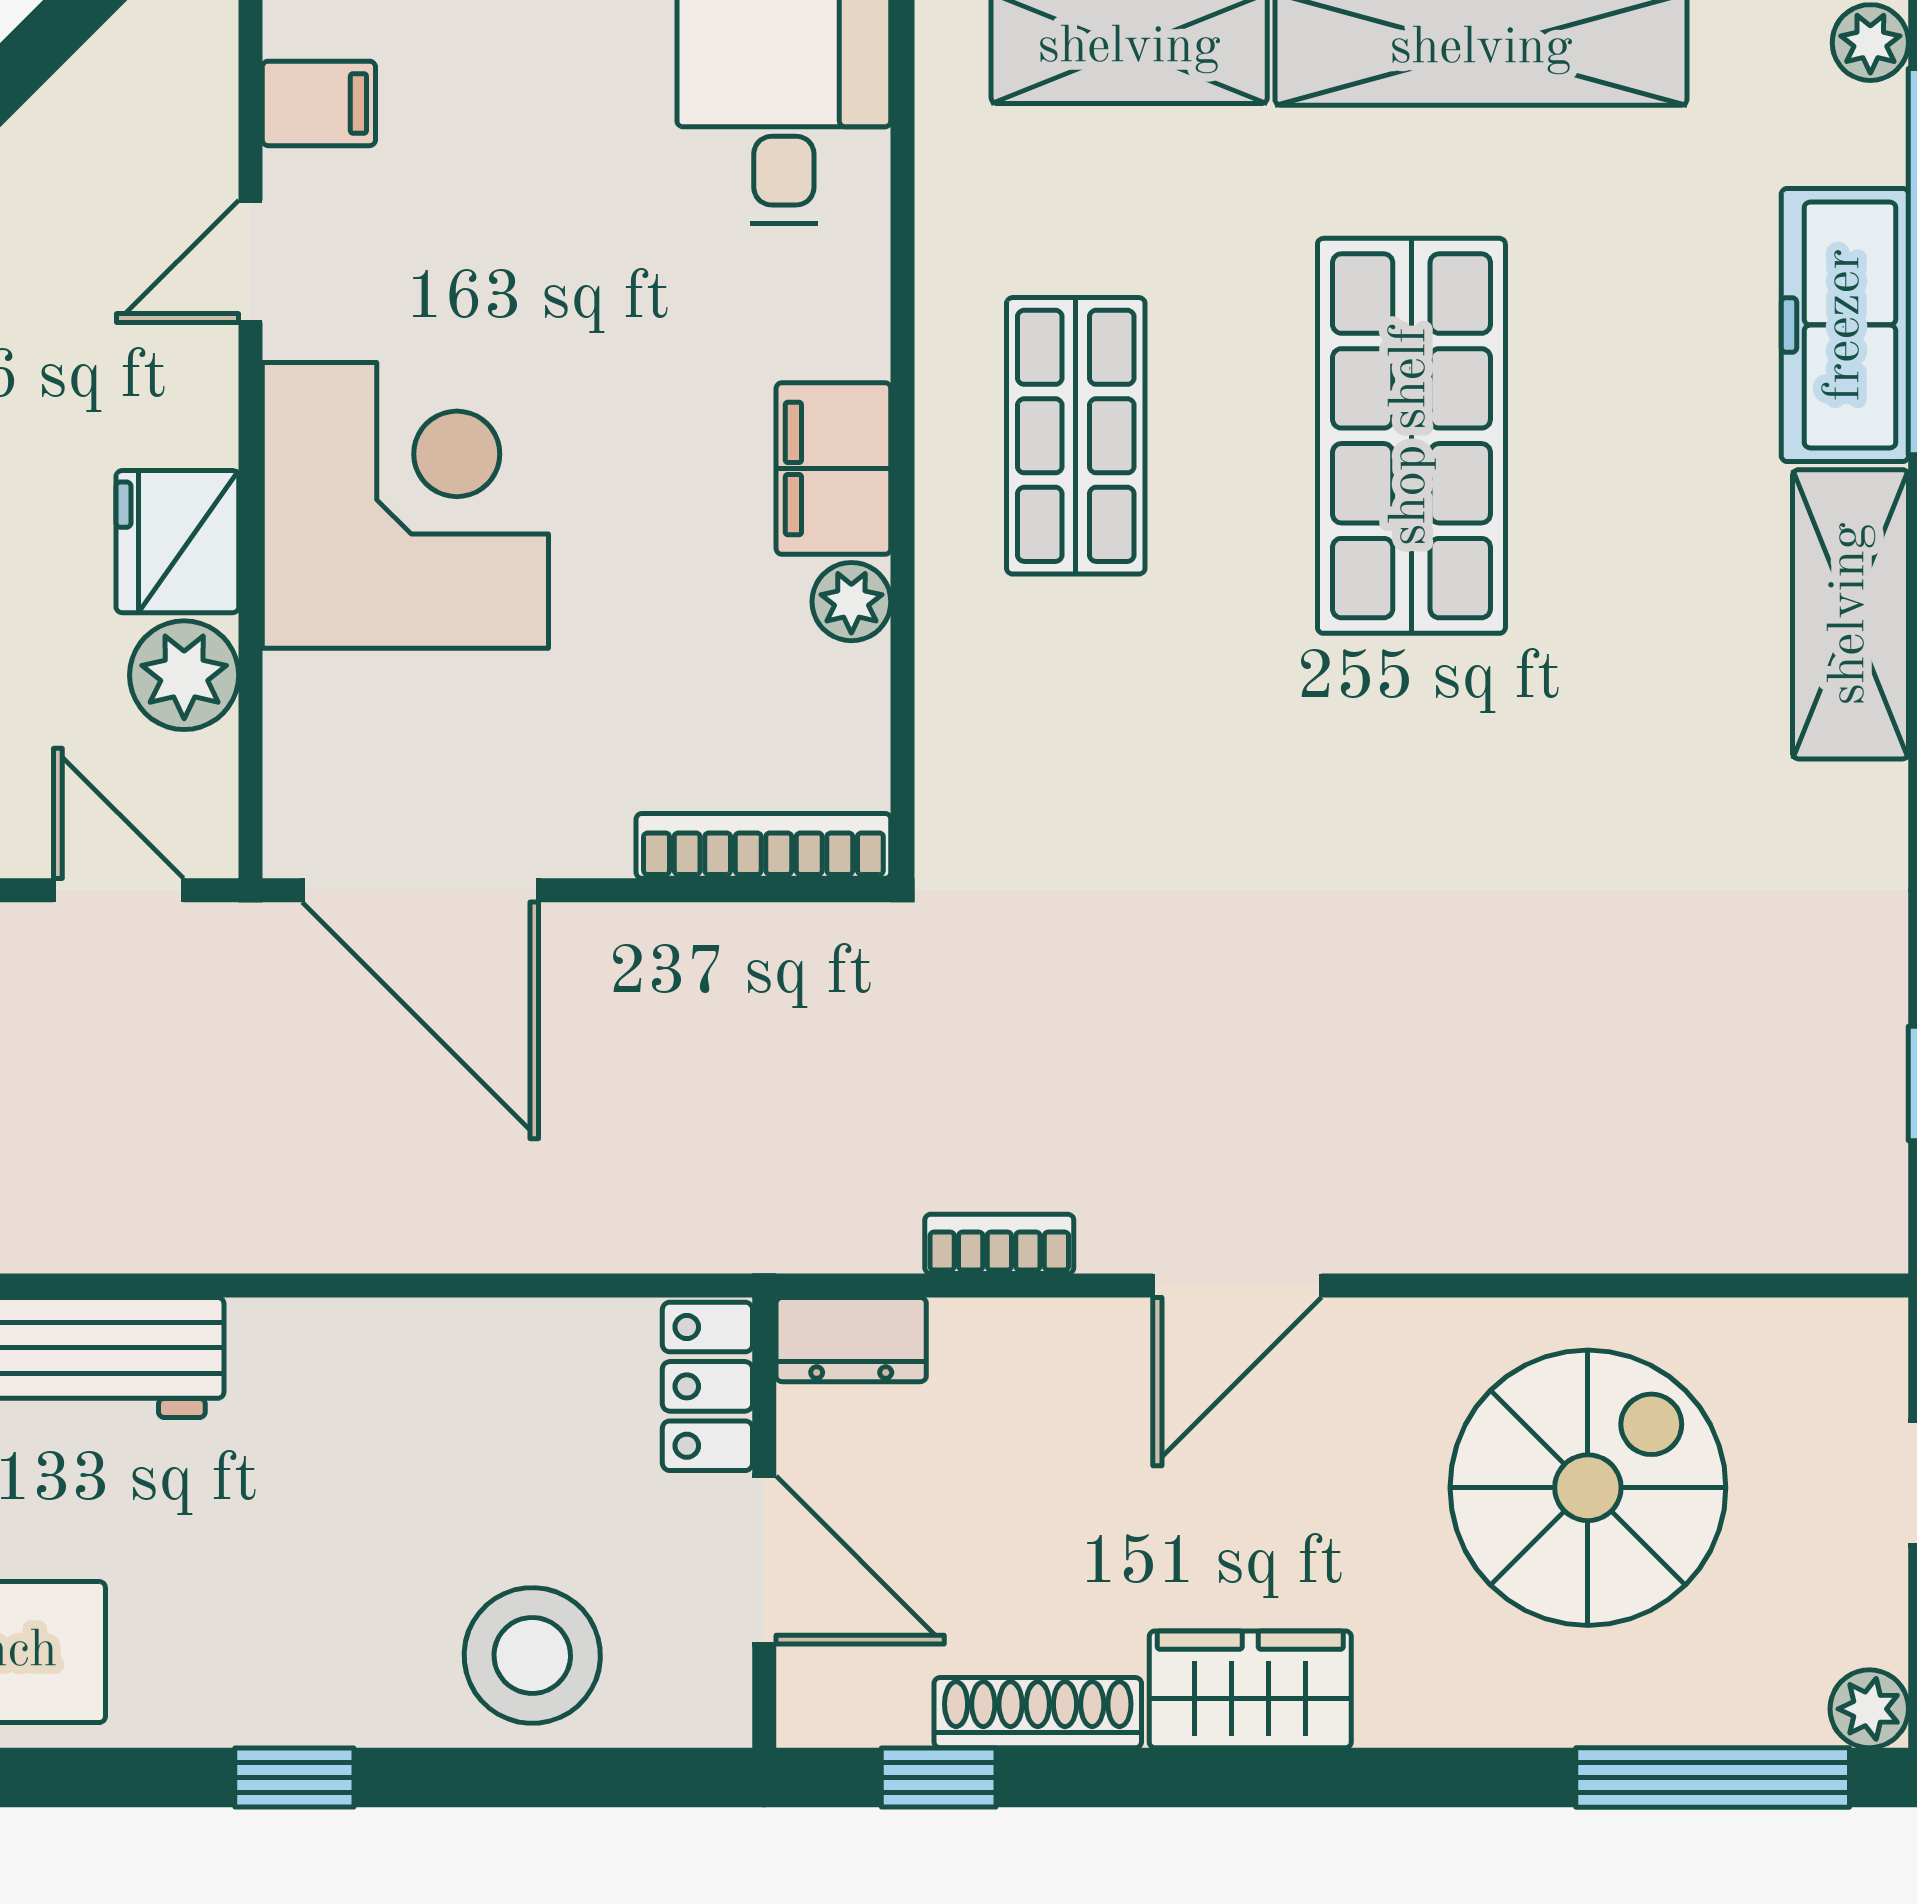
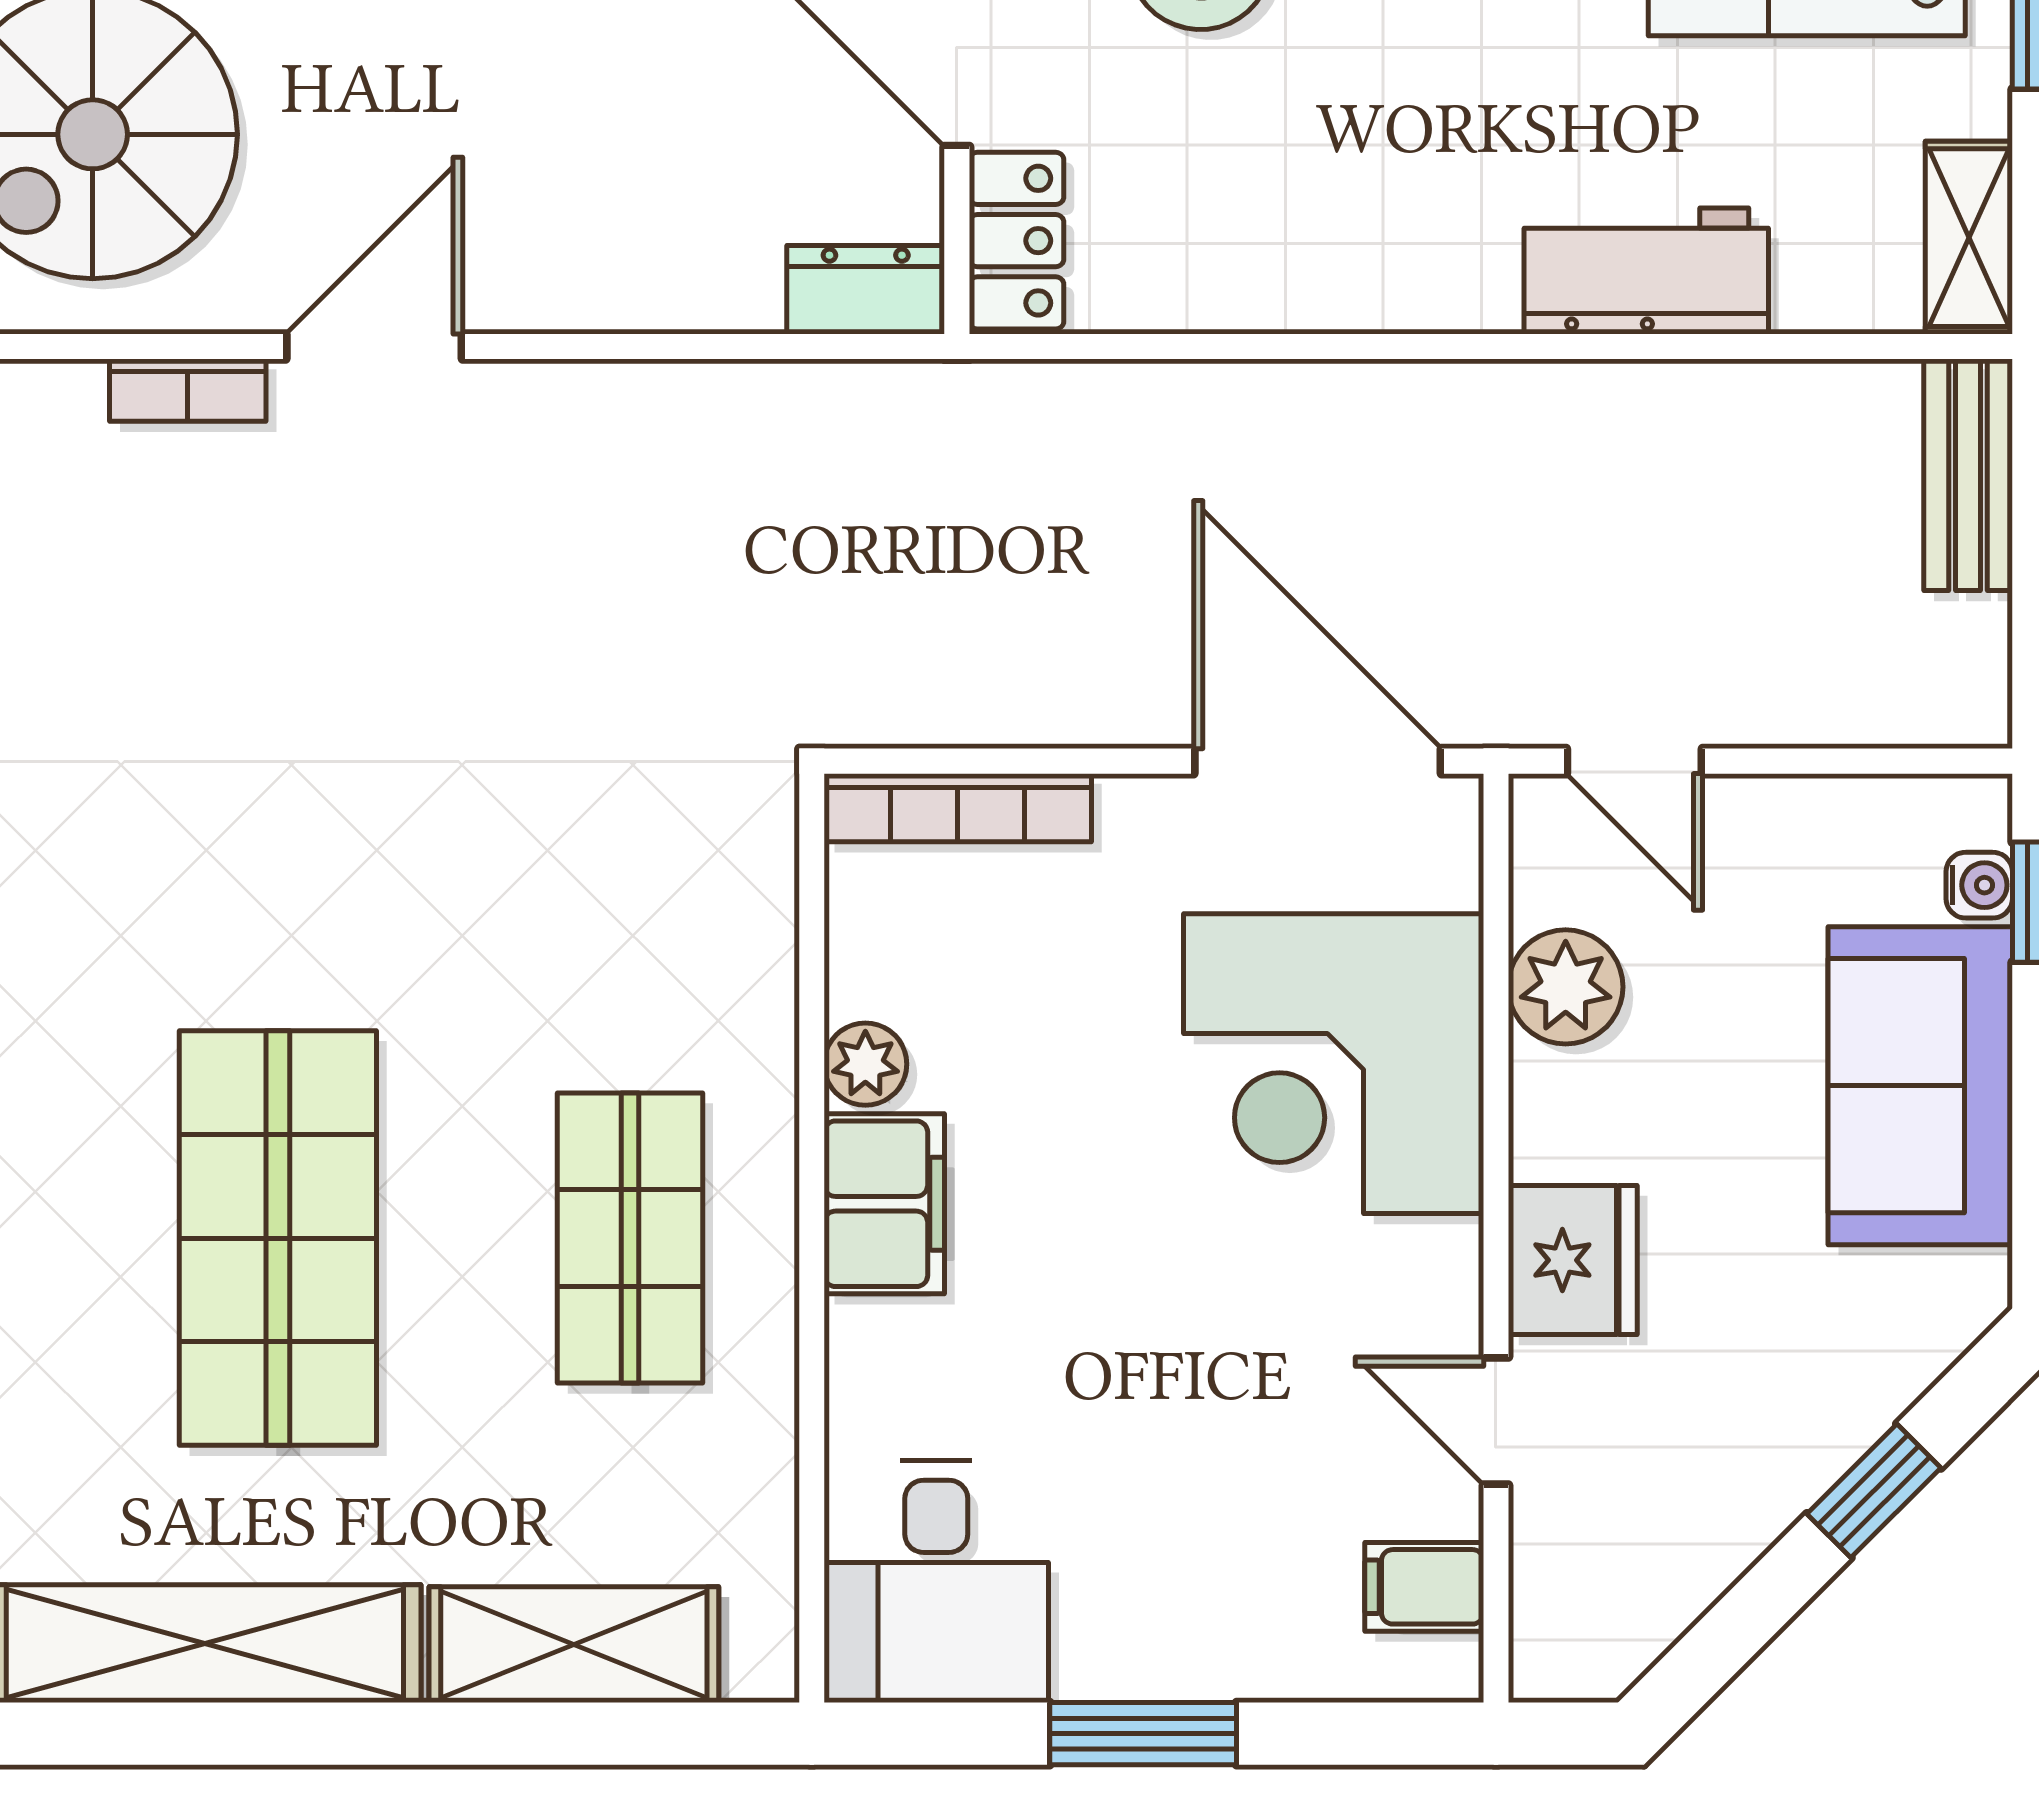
door: (250, 261) -> (1496, 1421), swing flipped
corner desk: (405, 505) -> (1334, 1064), moved
fridge: (177, 542) -> (1573, 1260), moved
bookcase: (999, 1244) -> (188, 390), moved
door: (1237, 1286) -> (374, 346), moved

